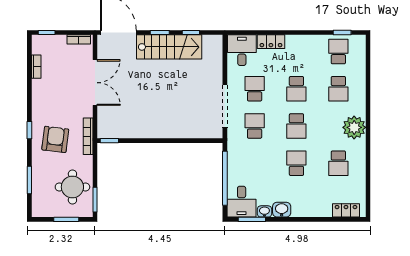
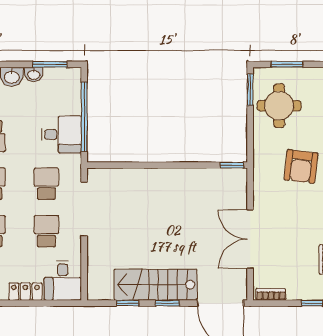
school desk: (255, 89) -> (46, 231), turned 180
school desk: (255, 126) -> (46, 184), turned 180
bookcase: (88, 136) -> (259, 170), removed
desk: (242, 202) -> (62, 134), moved, turned 90

